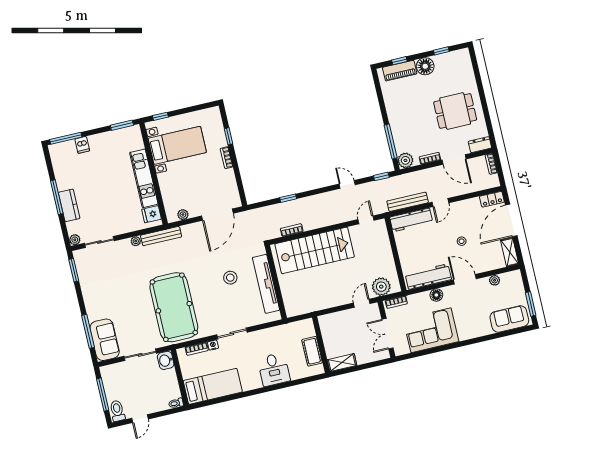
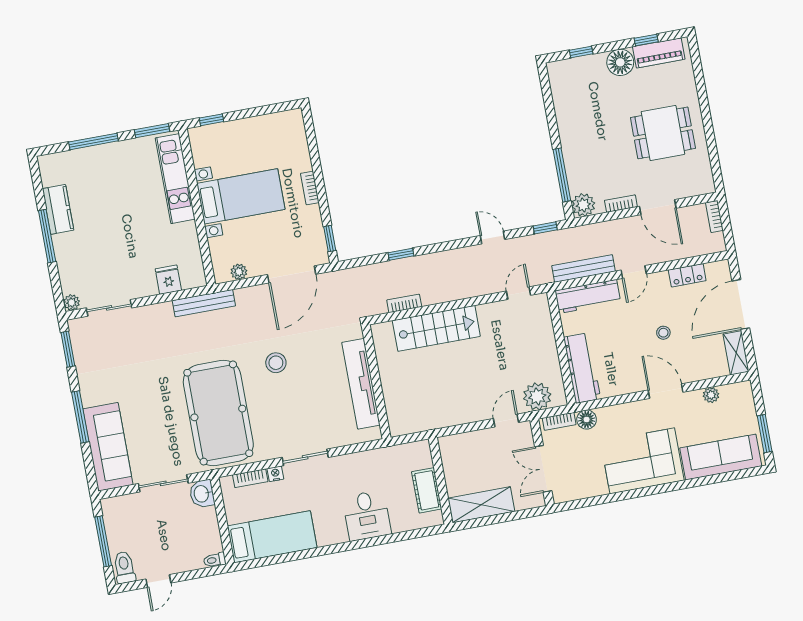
piano: (400, 71) -> (659, 53), moved
window: (229, 136) -> (330, 239), moved
window: (66, 138) -> (93, 141), moved
dishwasher: (82, 145) -> (90, 158), removed
bed with nightstands: (177, 145) -> (241, 196), moved
dresser: (480, 145) -> (698, 186), removed
kitchen unit: (144, 178) -> (175, 179), moved
locker: (492, 199) -> (687, 275), moved
kitchen counter: (69, 205) -> (58, 209), moved
fridge: (152, 214) -> (168, 280), moved, turned 90
plant: (136, 241) -> (165, 309), removed
stairs: (315, 250) -> (436, 328), width x0.73, depth x0.66
workbench: (428, 277) -> (582, 368), moved, turned 90
stool: (230, 278) -> (276, 363), moved
floor lamp: (436, 295) -> (587, 420), moved
sofa: (509, 319) -> (721, 457), width x1.36
corner sofa: (431, 330) -> (642, 461), moved
window: (88, 331) -> (80, 417), moved
sofa: (105, 340) -> (108, 447), width x1.36
shelving: (342, 363) -> (481, 505), width x1.50, depth x1.33

